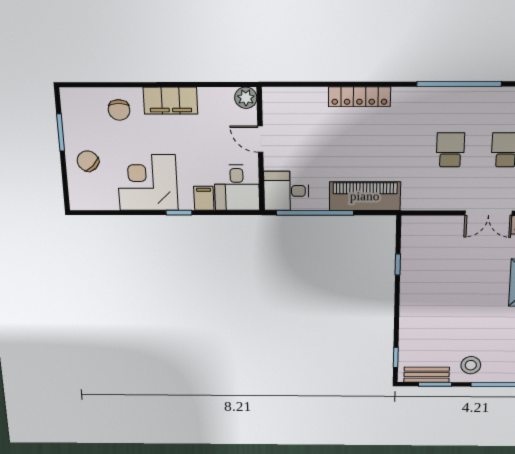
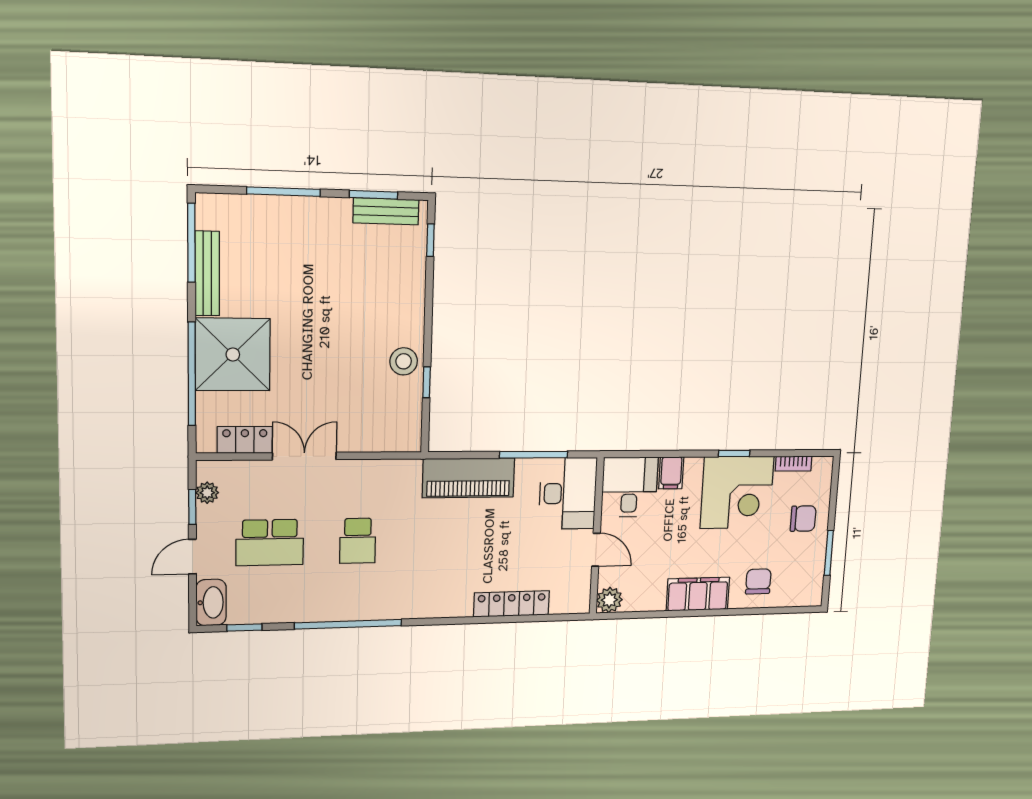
locker: (359, 97) -> (512, 604), moved
chair: (88, 161) -> (803, 519), turned -45
desk: (286, 191) -> (568, 493), width x1.37
bookcase: (103, 205) -> (794, 464), added
window: (179, 213) -> (734, 453), moved
window: (315, 213) -> (534, 455), width x0.68
stool: (471, 365) -> (404, 361), moved

